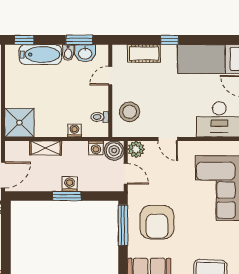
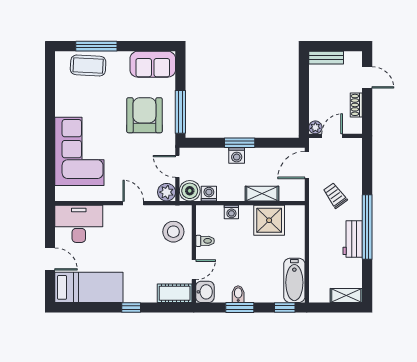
window: (79, 40) -> (240, 308), moved
washbasin: (85, 53) -> (205, 292), moved, turned 90
cot: (144, 53) -> (175, 293), moved
bathtub: (40, 55) -> (294, 280), moved, turned -90
toilet: (100, 117) -> (205, 241), moved
shower: (19, 123) -> (269, 220), moved

